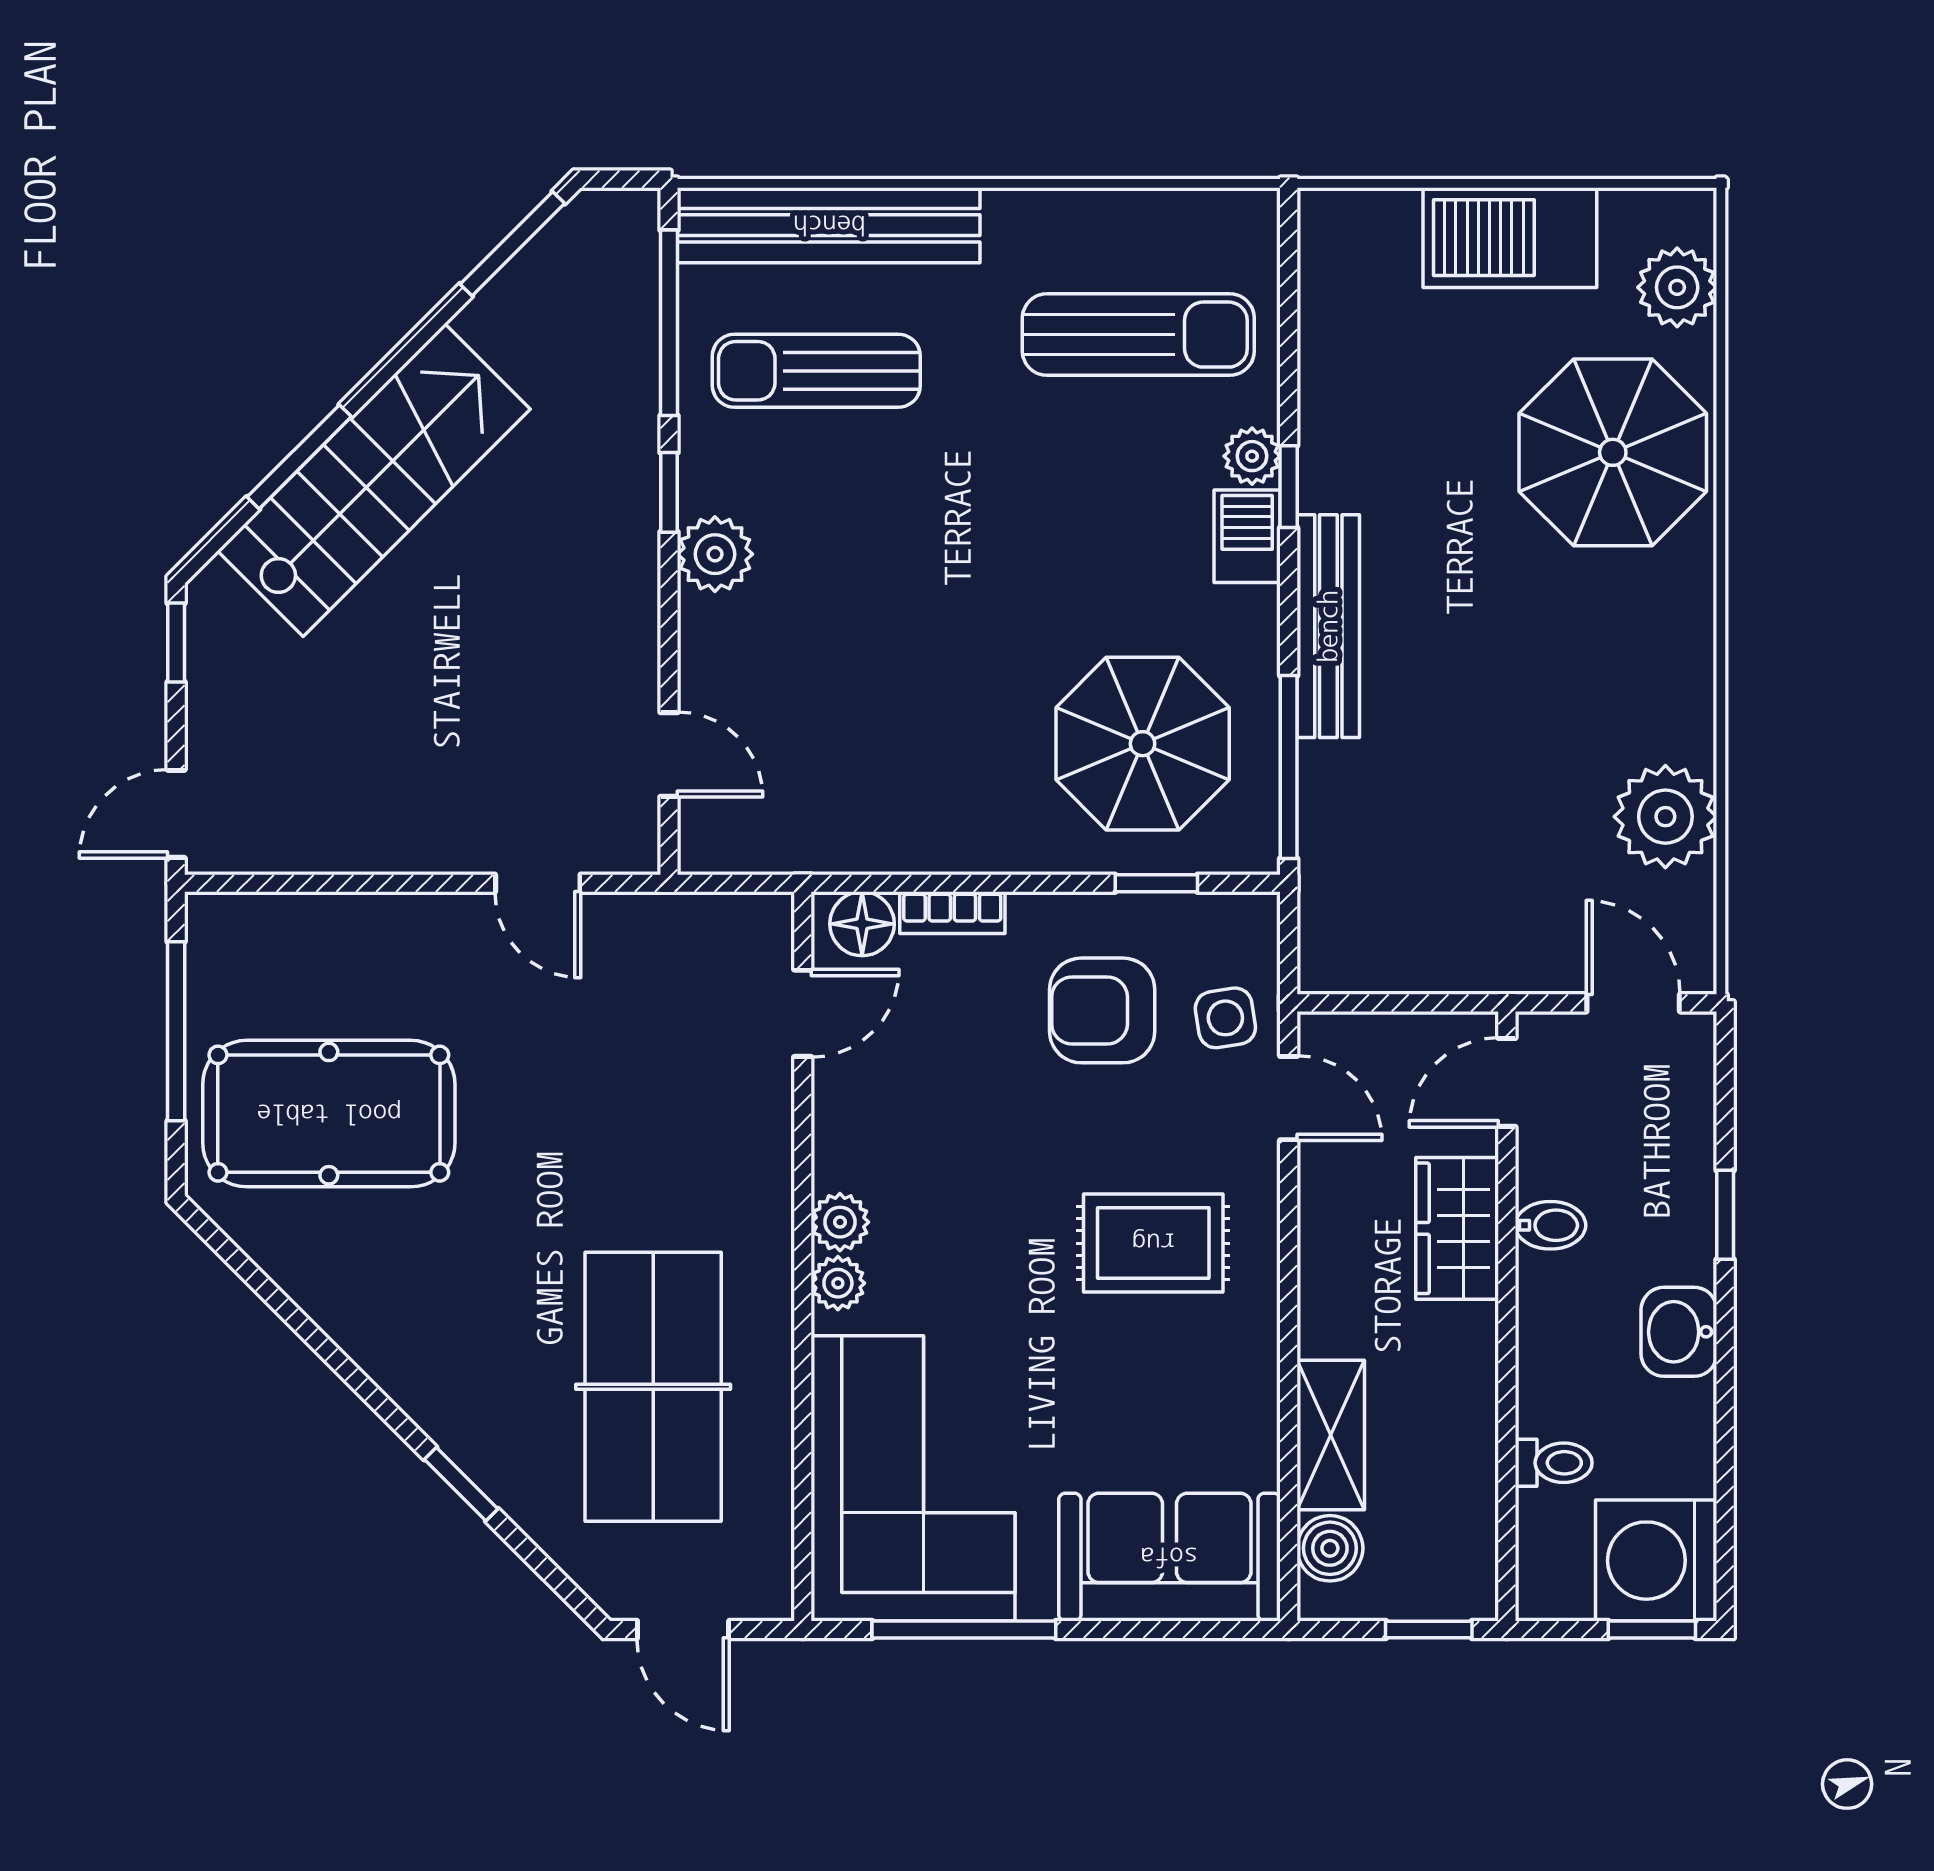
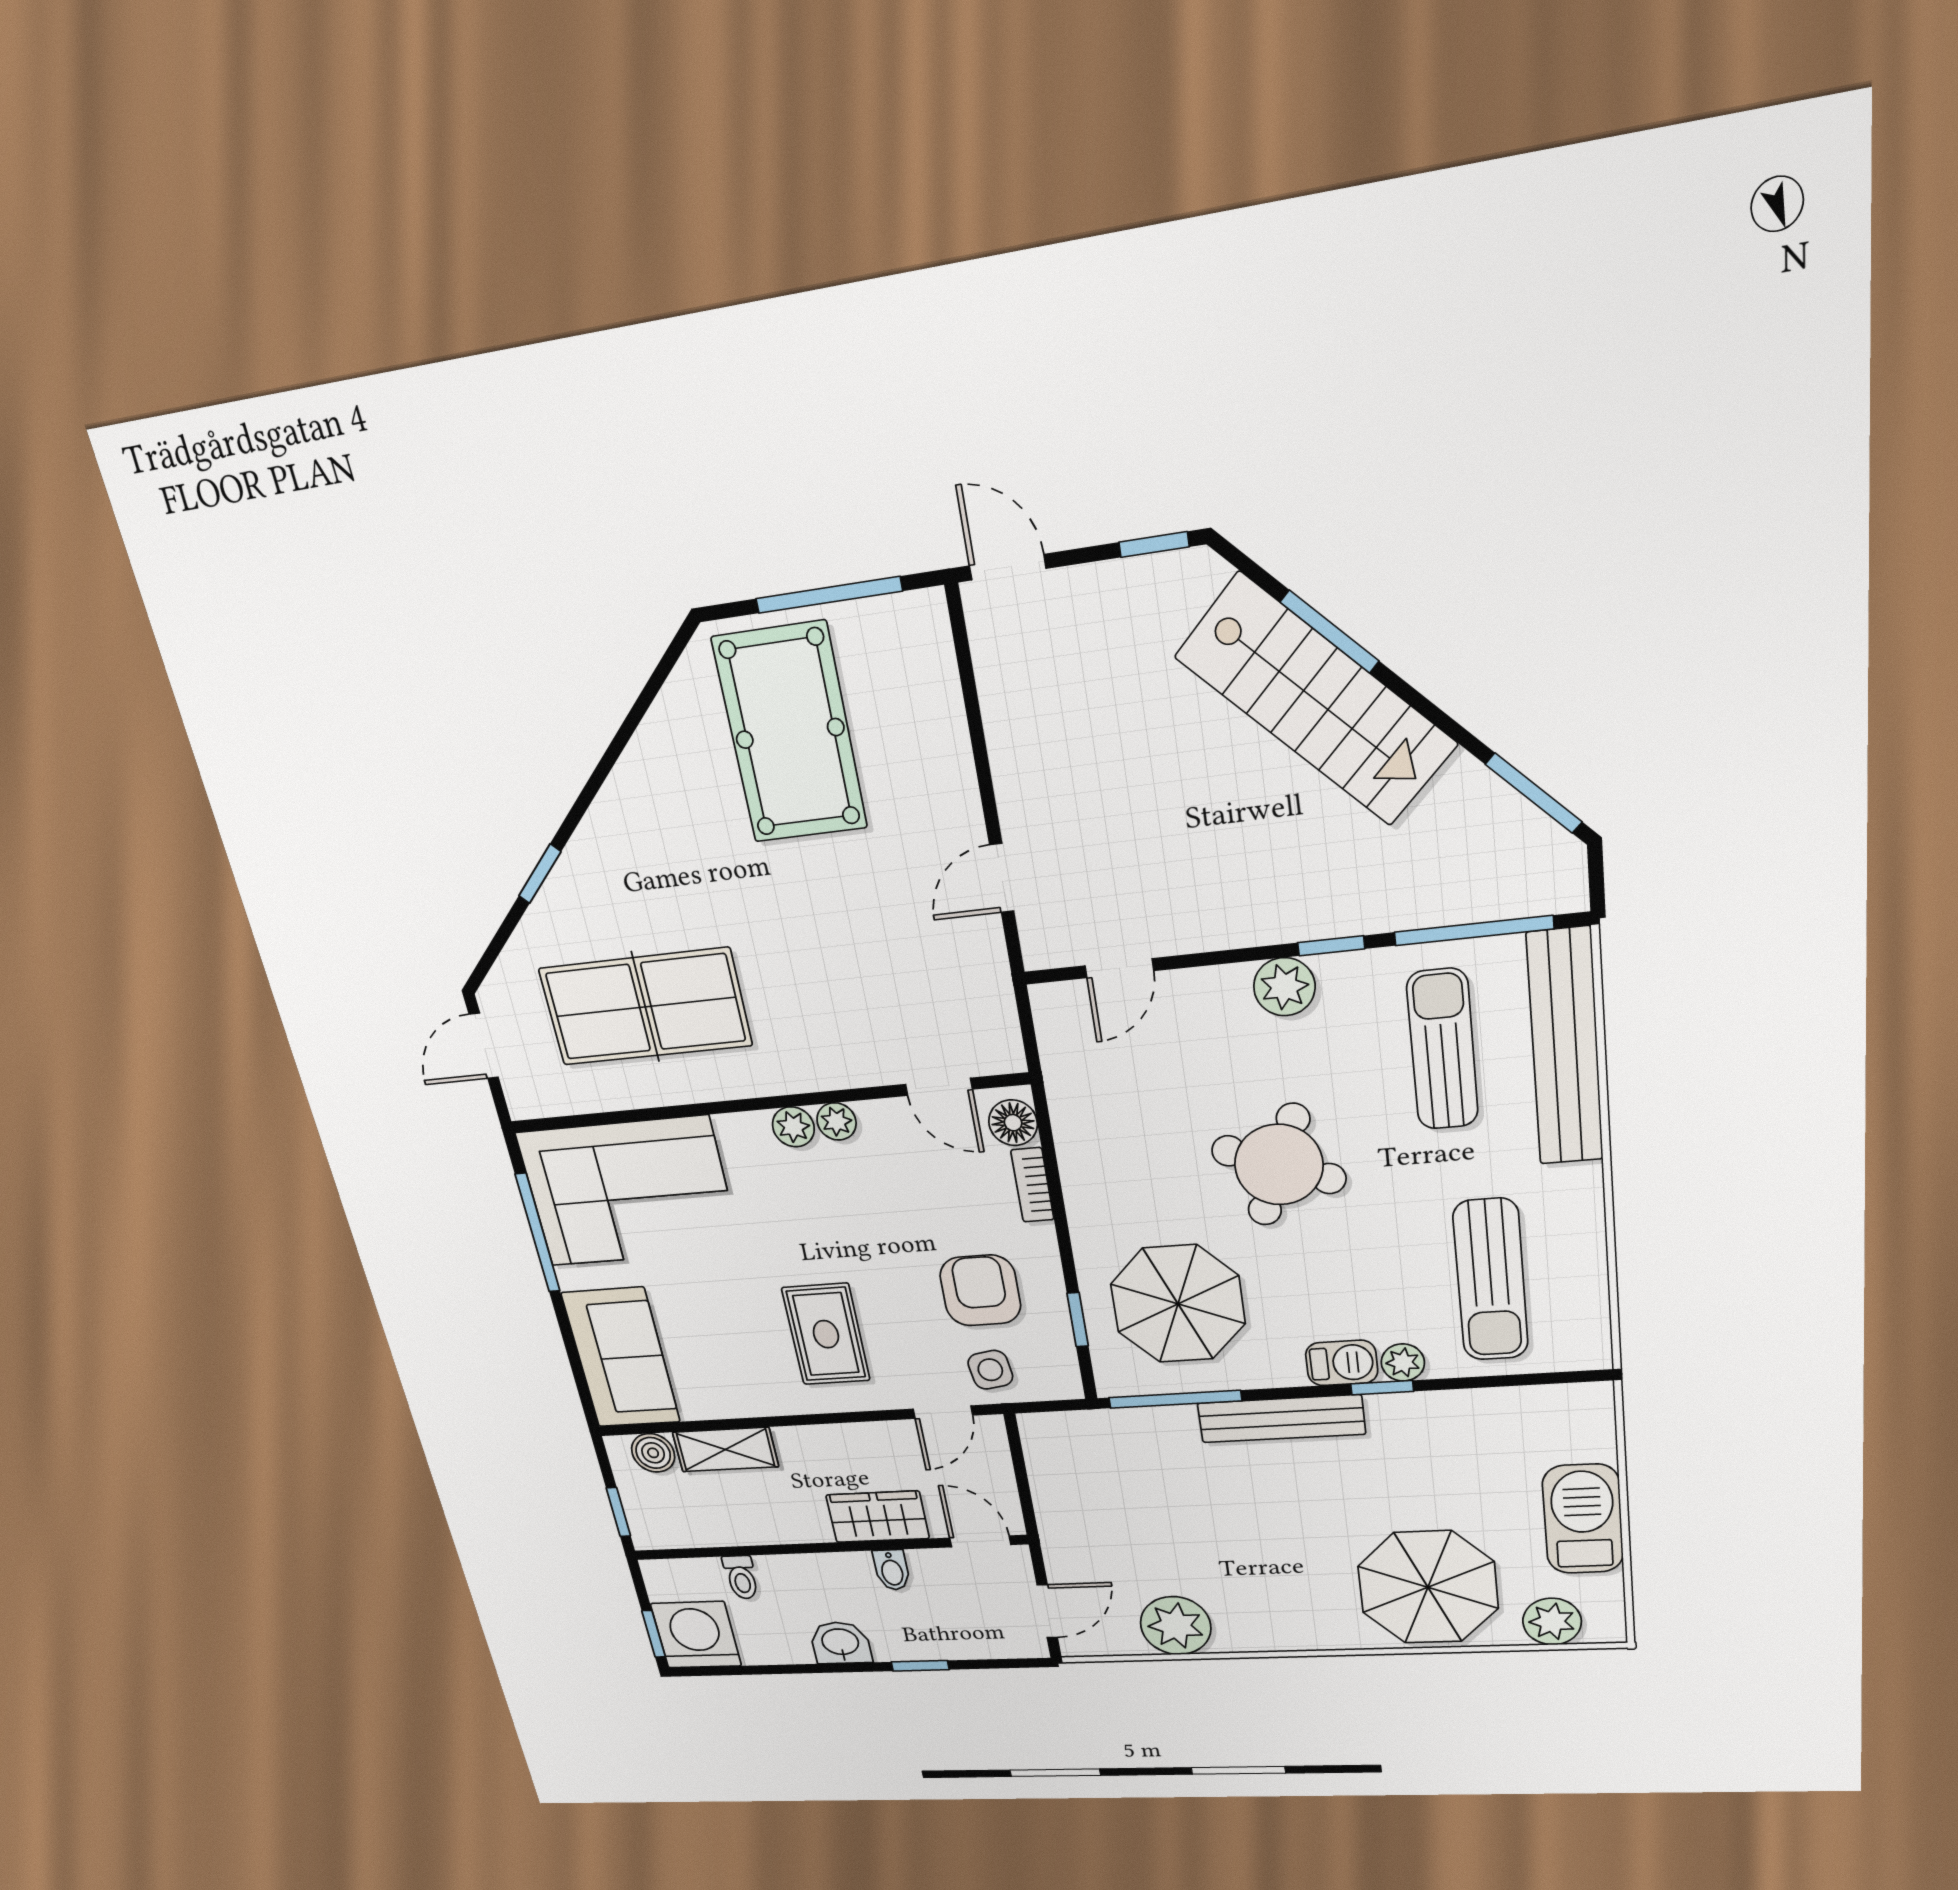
round table: (952, 587) -> (1279, 1165), added
plant: (838, 1283) -> (837, 1121), moved

